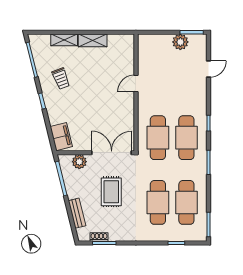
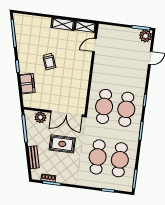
shelving: (64, 40) -> (85, 27), moved
plant: (180, 42) -> (146, 36), moved
trolley: (61, 79) -> (49, 61), moved
door: (136, 84) -> (95, 45), moved
filing cabinet: (61, 137) -> (27, 84), moved
double door: (112, 153) -> (66, 114), swing flipped
rug: (111, 192) -> (62, 144), turned 90

